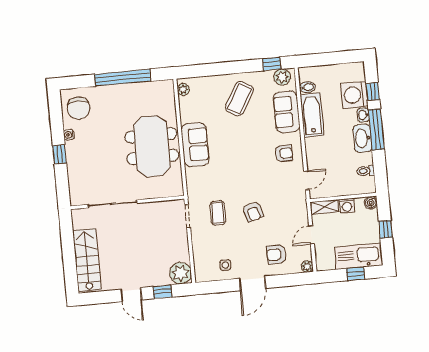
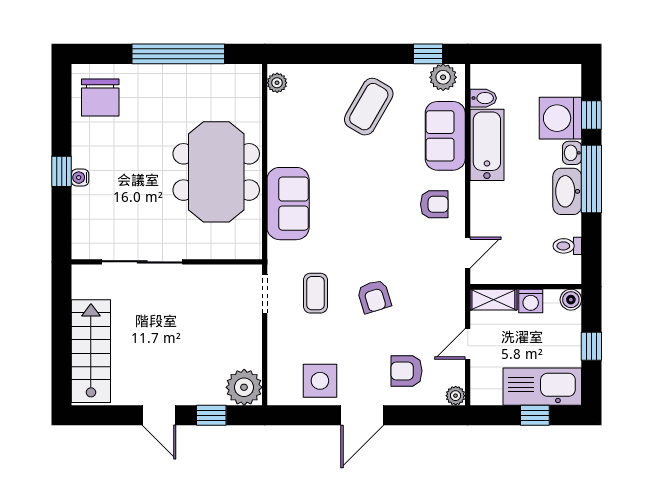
water cooler: (69, 135) -> (80, 178), moved
sofa: (195, 145) -> (288, 204), moved
side table: (225, 265) -> (320, 381), width x1.87, depth x1.87

